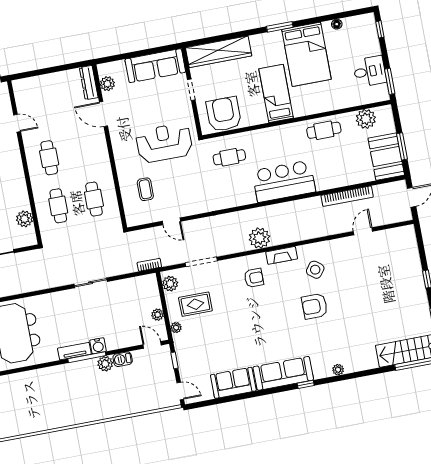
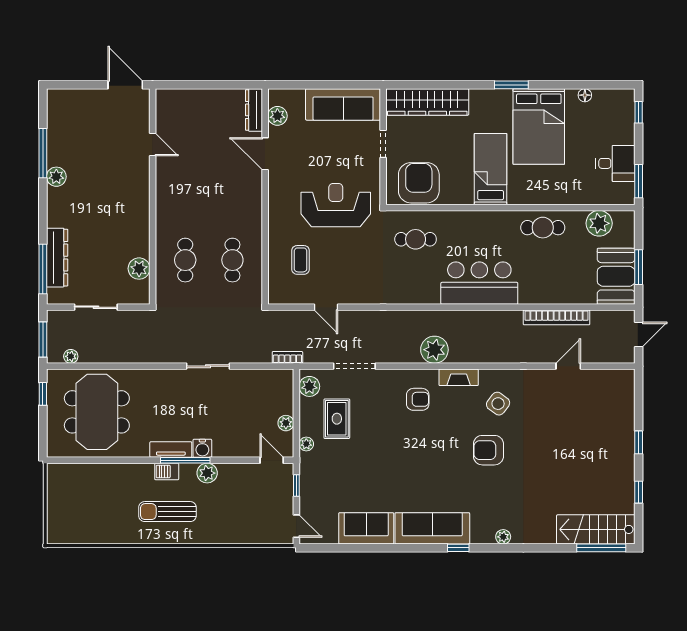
cafe table: (49, 158) -> (185, 196), removed
rug: (195, 304) -> (337, 419), turned 90
barbecue: (123, 359) -> (167, 471), moved
sun lounger: (81, 398) -> (167, 512), added

